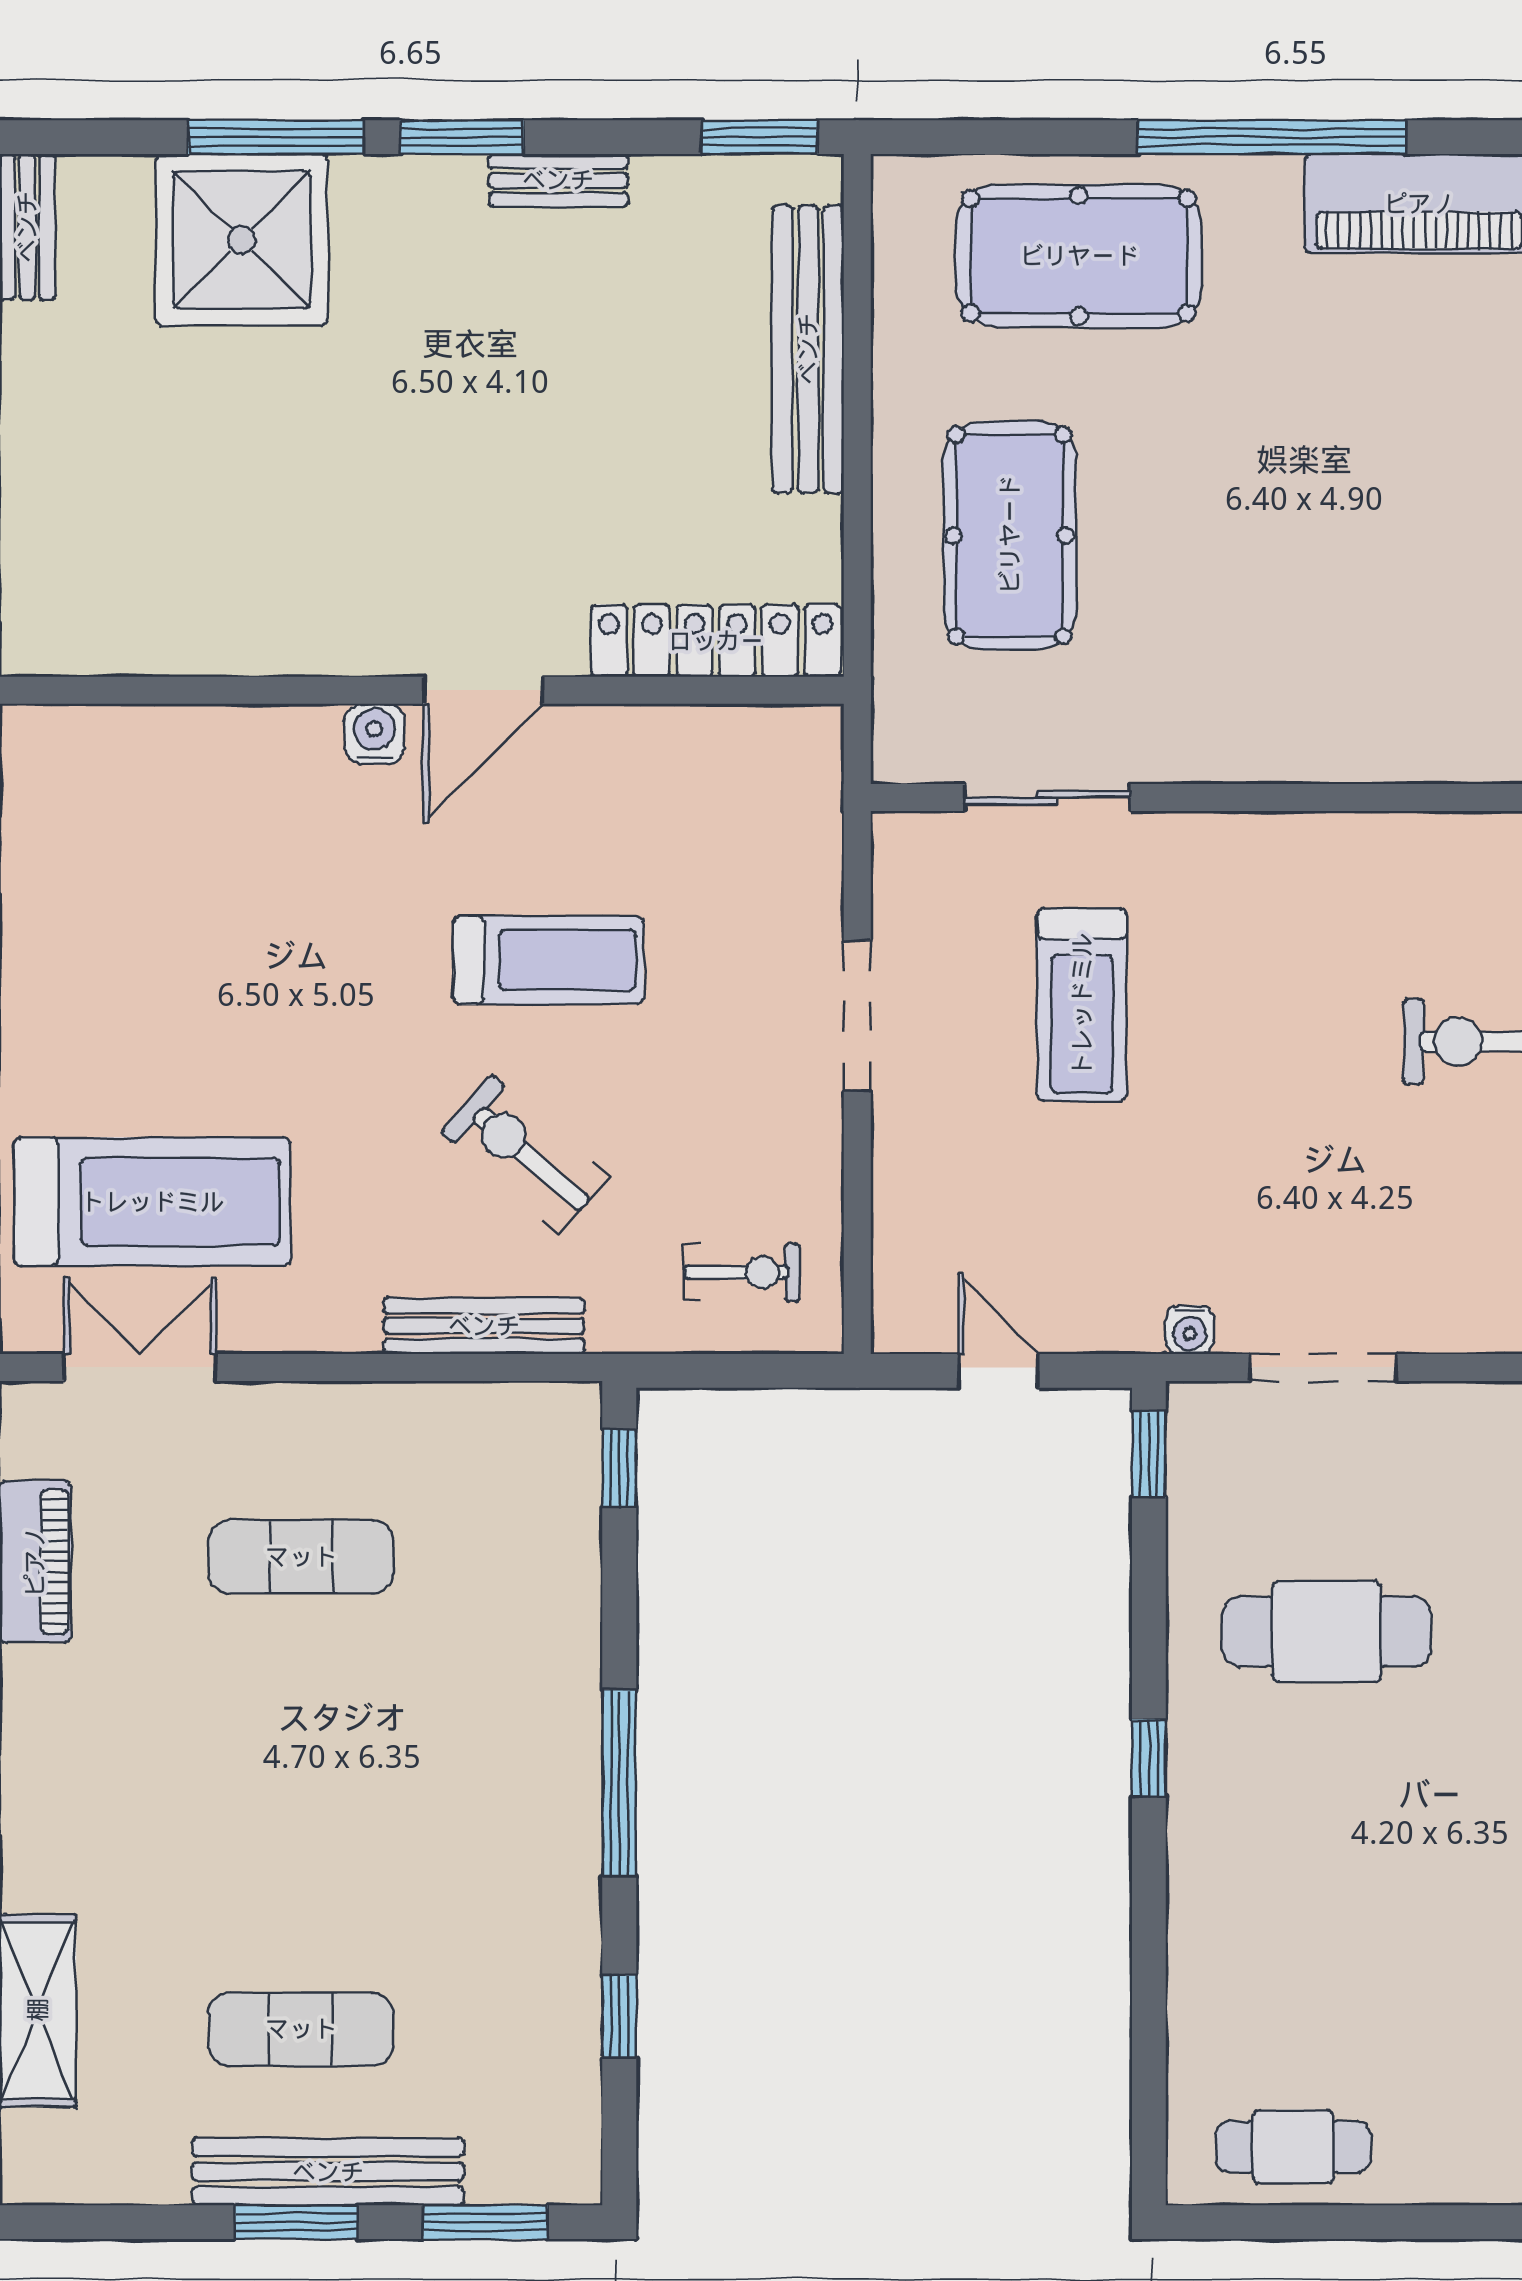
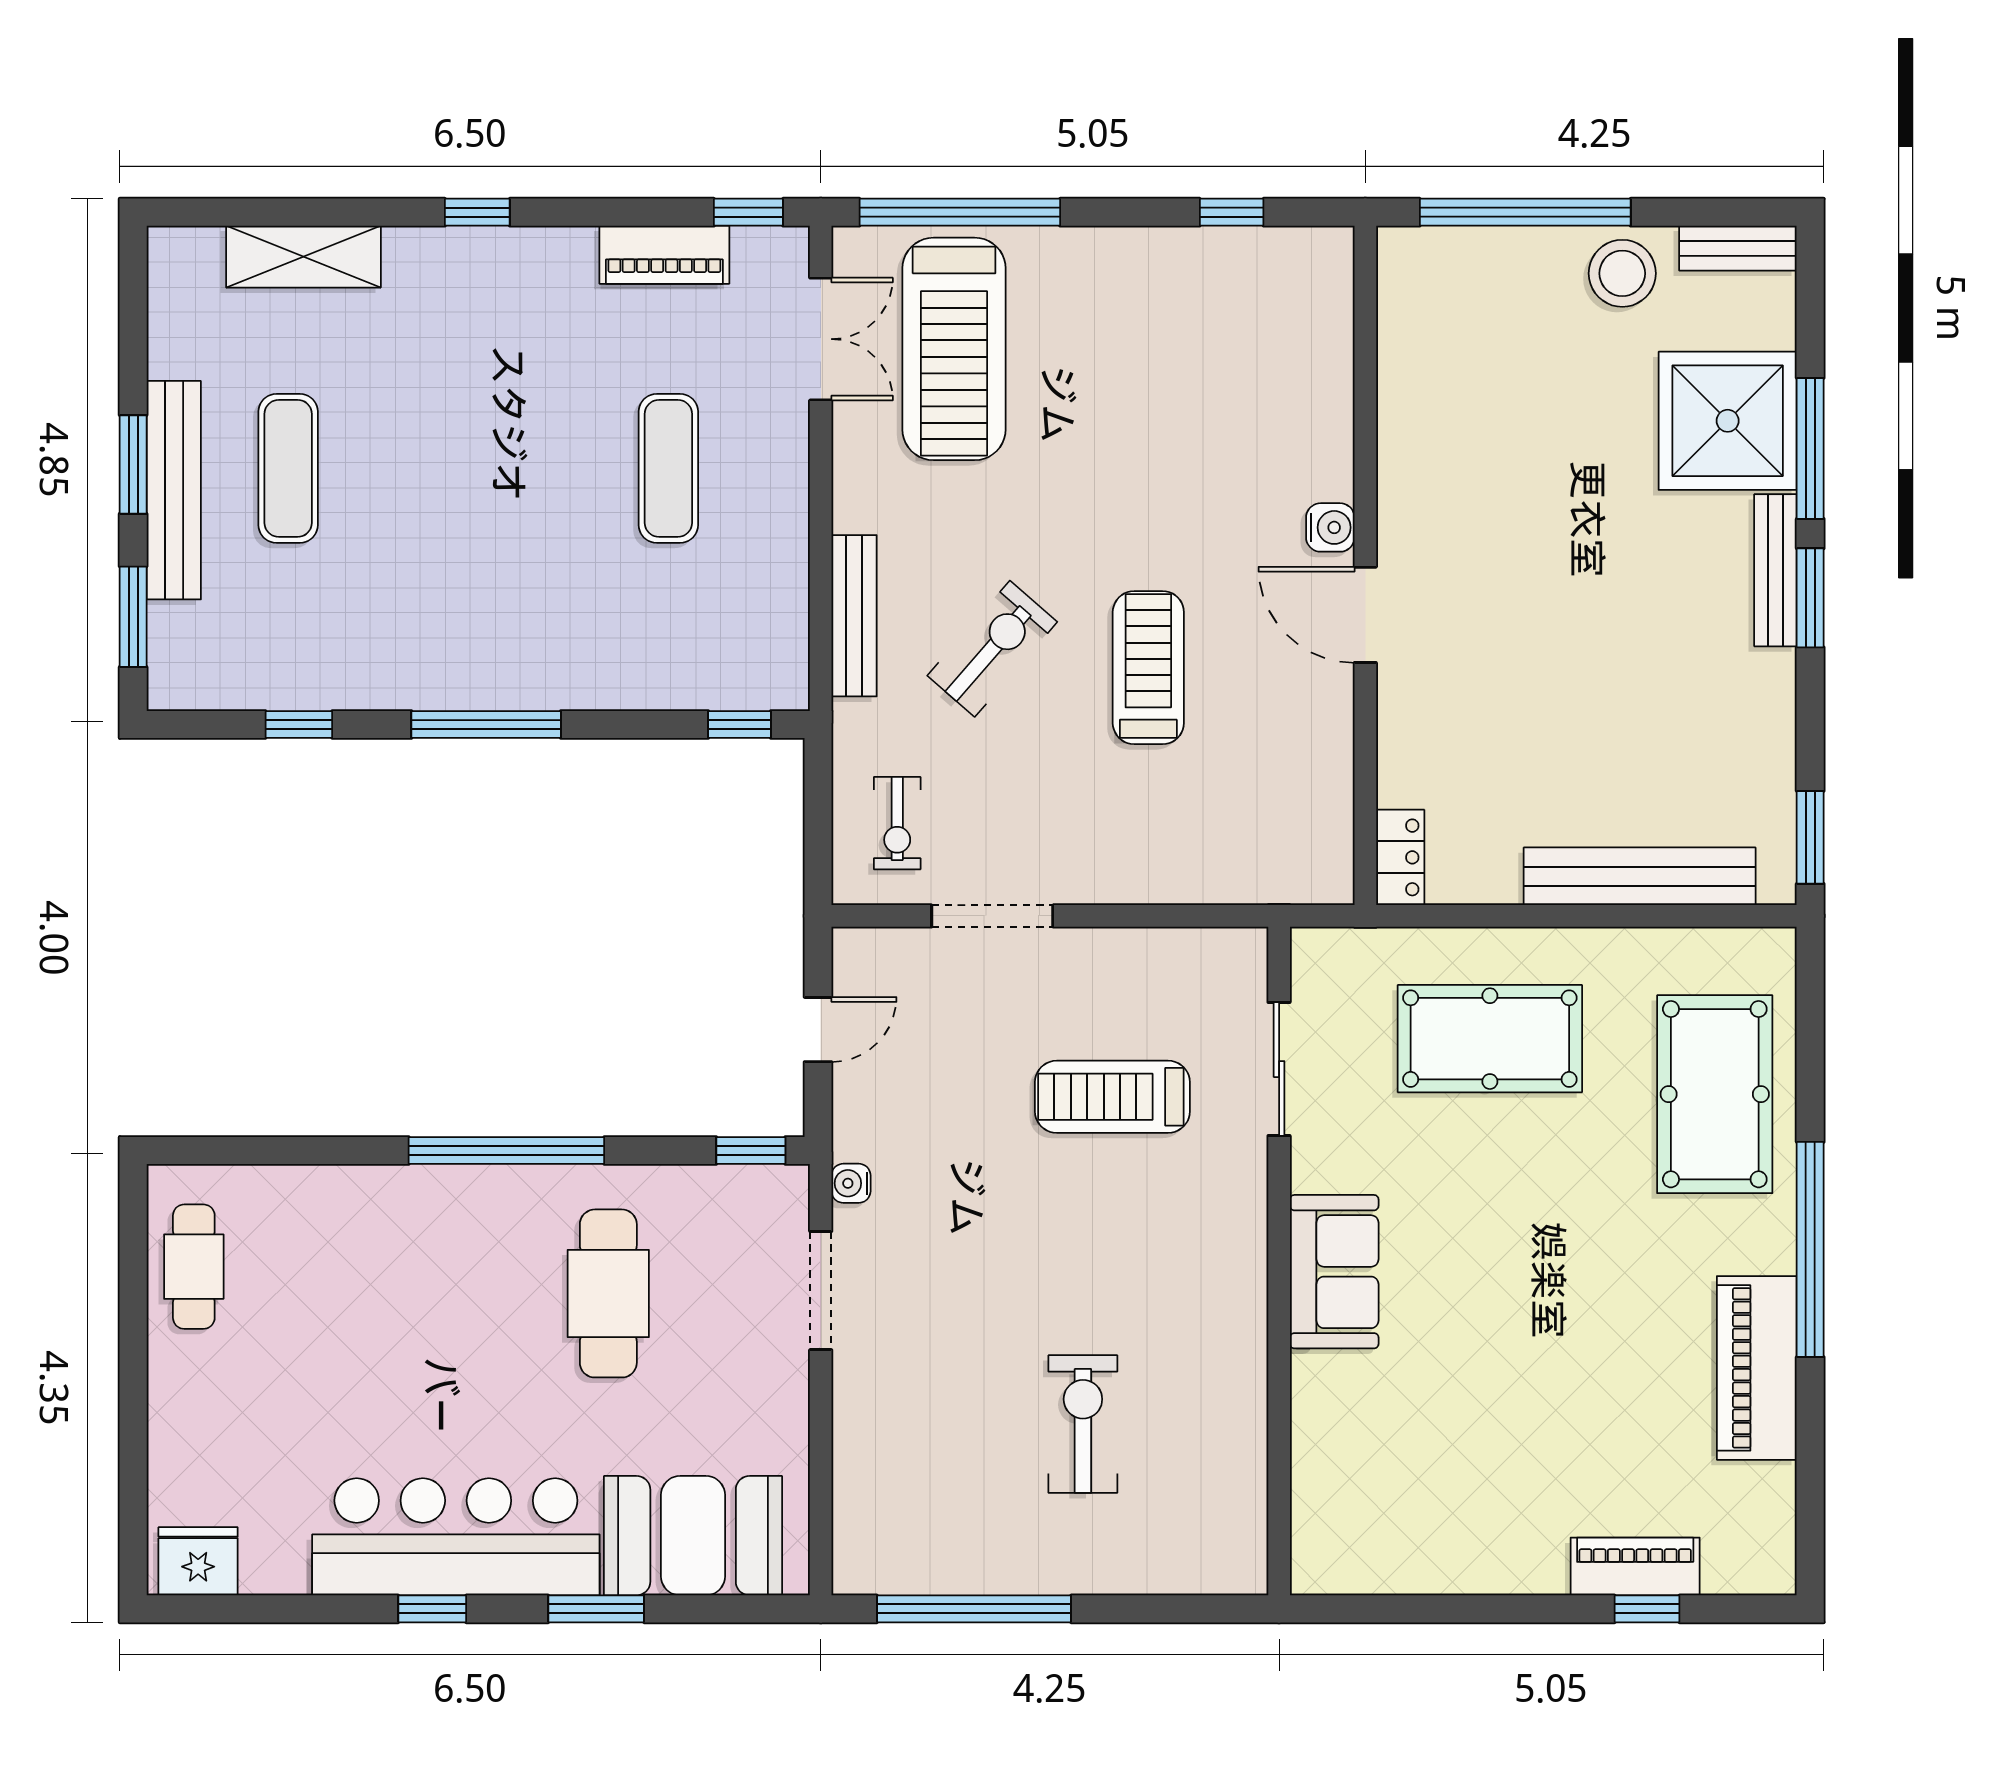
bench: (558, 180) -> (1775, 570), moved, width x1.36
stool: (58, 371) -> (1622, 273), added
locker: (716, 641) -> (1400, 857), width x0.46, depth x0.83
sofa: (1300, 729) -> (1334, 1272), added
treadmill: (549, 960) -> (1148, 668), turned 180
doorway: (857, 1016) -> (992, 916), moved
window: (1149, 1758) -> (506, 1151), width x3.17

